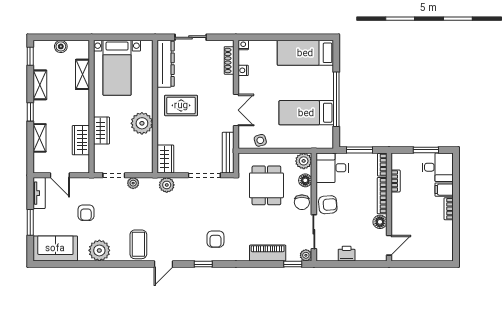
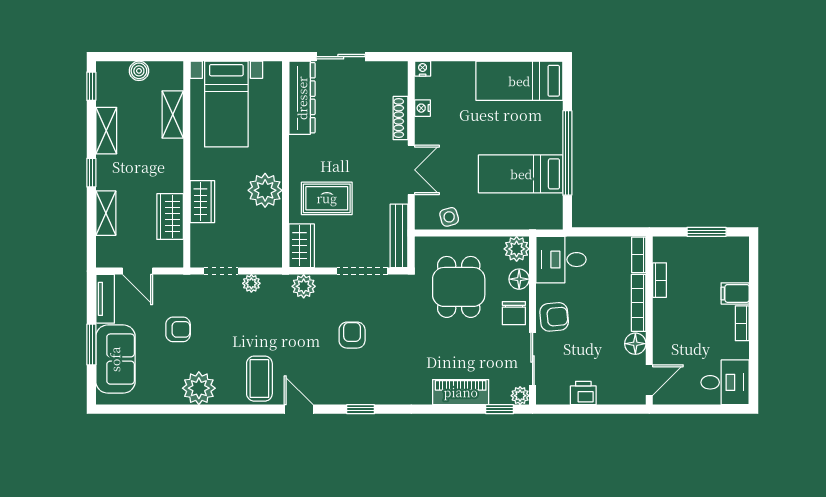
shoe rack: (229, 60) -> (401, 118), moved
rug: (181, 105) -> (327, 198), moved
window: (360, 150) -> (603, 232), removed
desk: (438, 167) -> (725, 382), moved
armchair: (86, 213) -> (178, 329), turned -90
armchair: (215, 239) -> (352, 335), moved, turned 180
sofa: (55, 248) -> (115, 359), moved, turned 90
door: (164, 264) -> (299, 409), swing flipped

